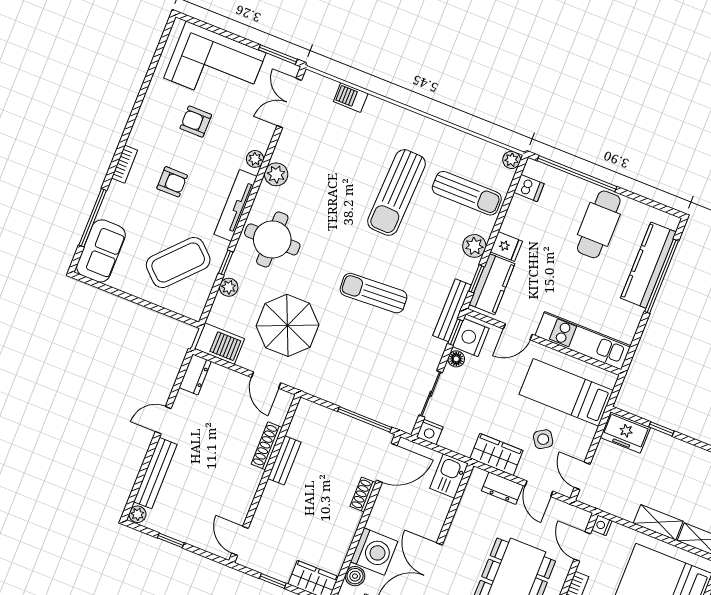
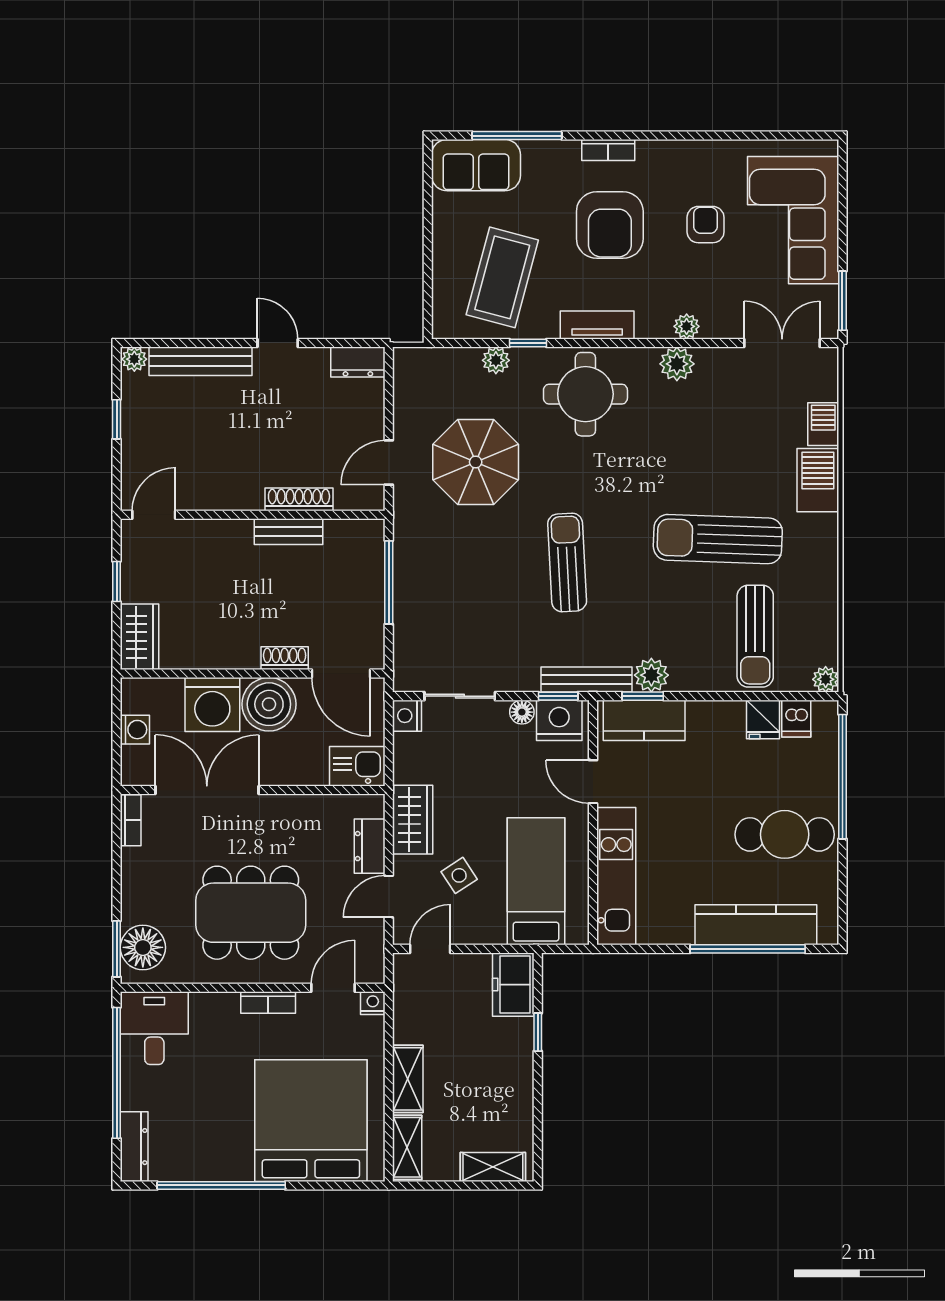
armchair: (172, 182) -> (610, 225), width x1.88, depth x1.88
tv unit: (236, 205) -> (597, 325), width x0.71
plant: (474, 246) -> (651, 675), moved
fridge: (506, 246) -> (763, 719), moved
coffee table: (178, 262) -> (502, 277), turned 62
barbecue: (219, 344) -> (818, 480), moved, turned 180
window: (365, 419) -> (389, 582), moved
boiler: (355, 576) -> (269, 704), moved, width x1.86, depth x1.86

